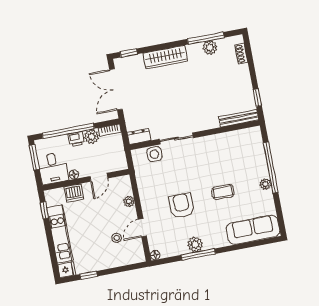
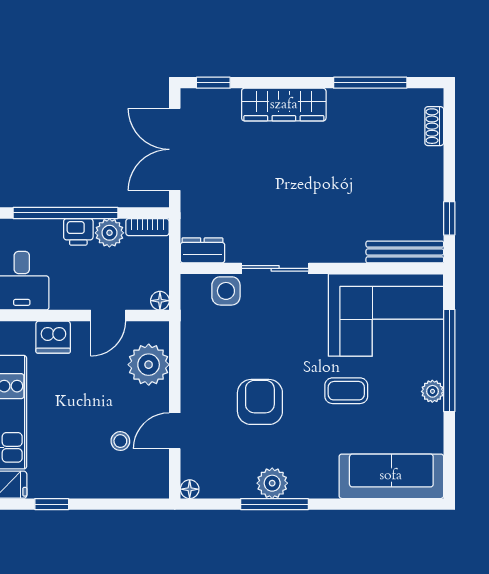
plant: (210, 48) -> (375, 103), removed
corner sofa: (235, 151) -> (386, 315), added
floor lamp: (74, 175) -> (160, 301), moved
plant: (129, 202) -> (149, 365), width x1.88, depth x1.88

